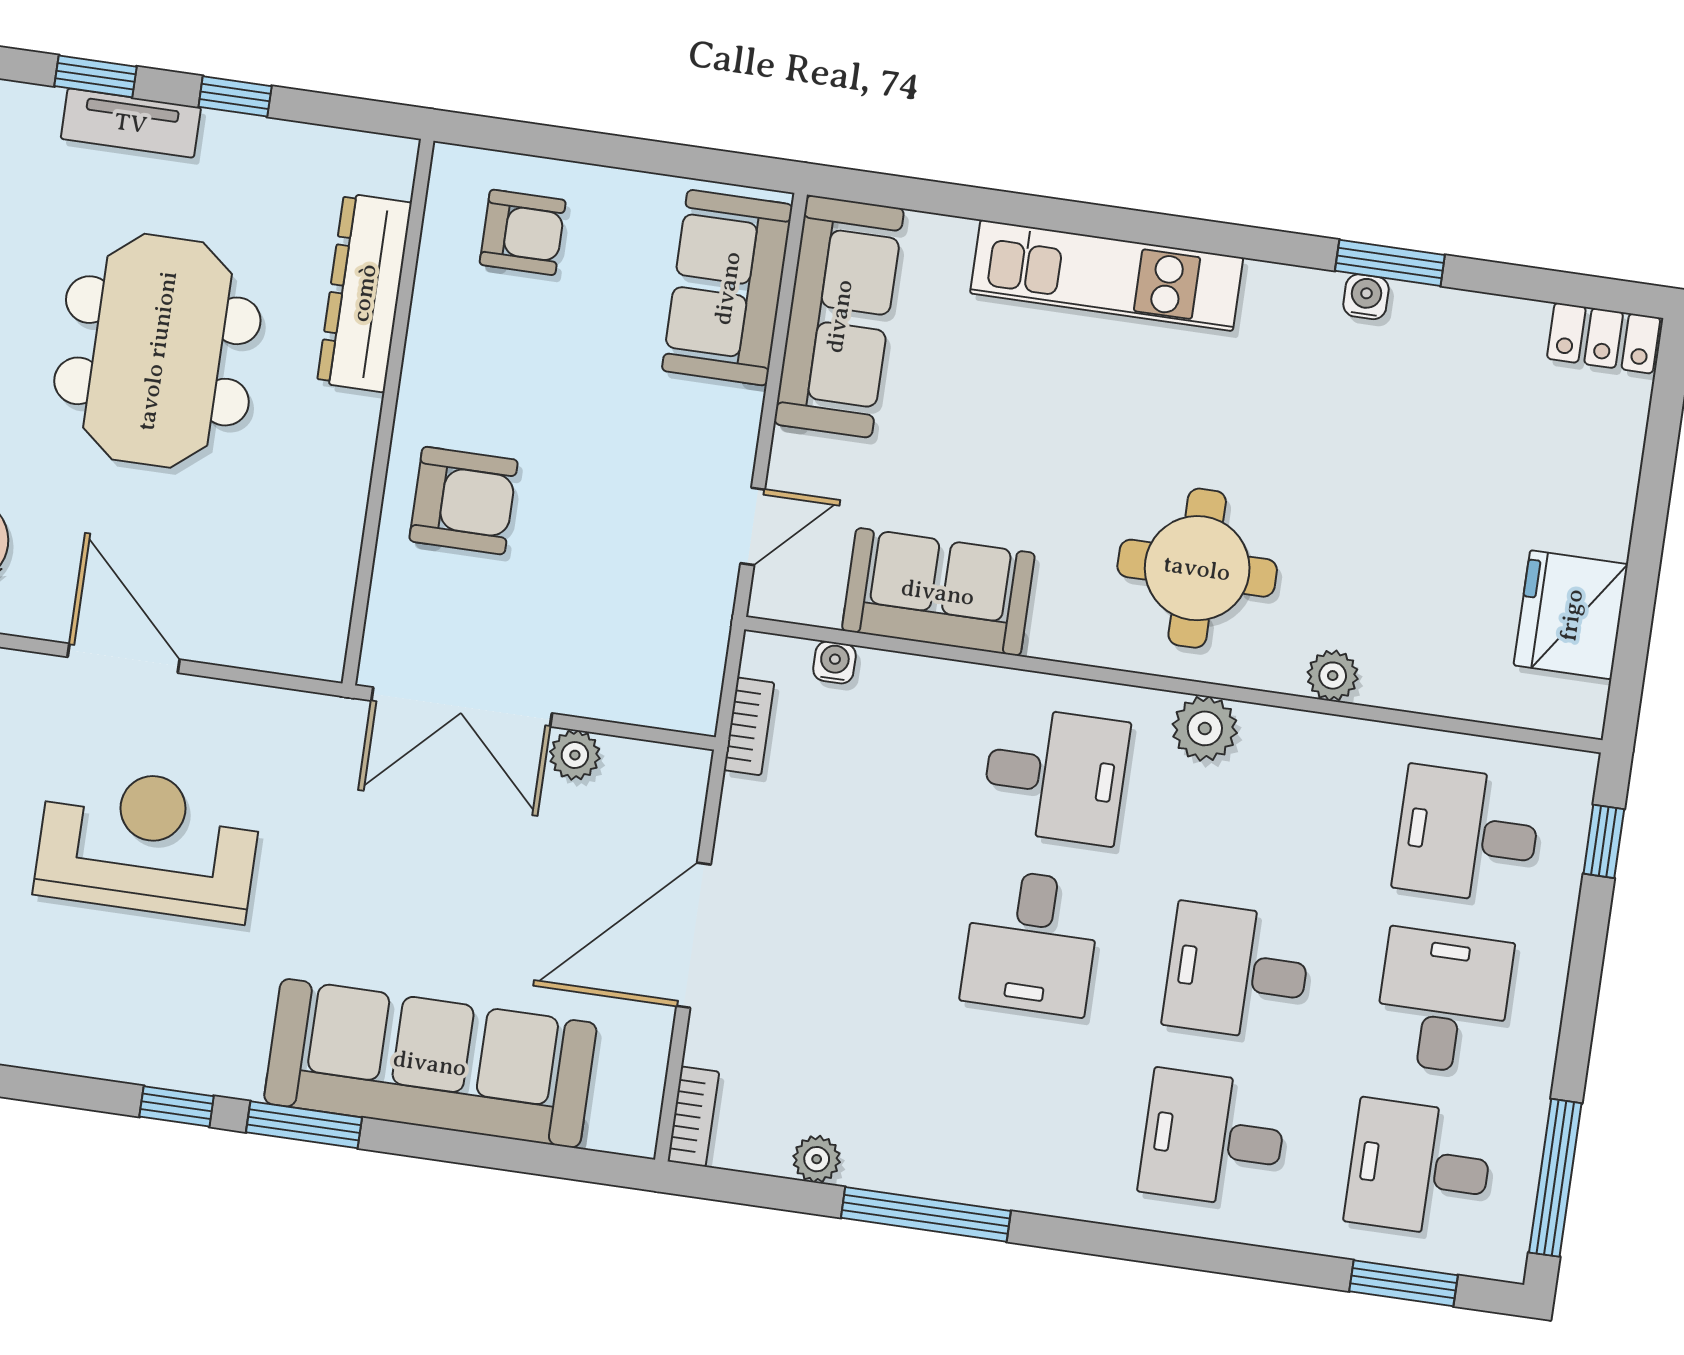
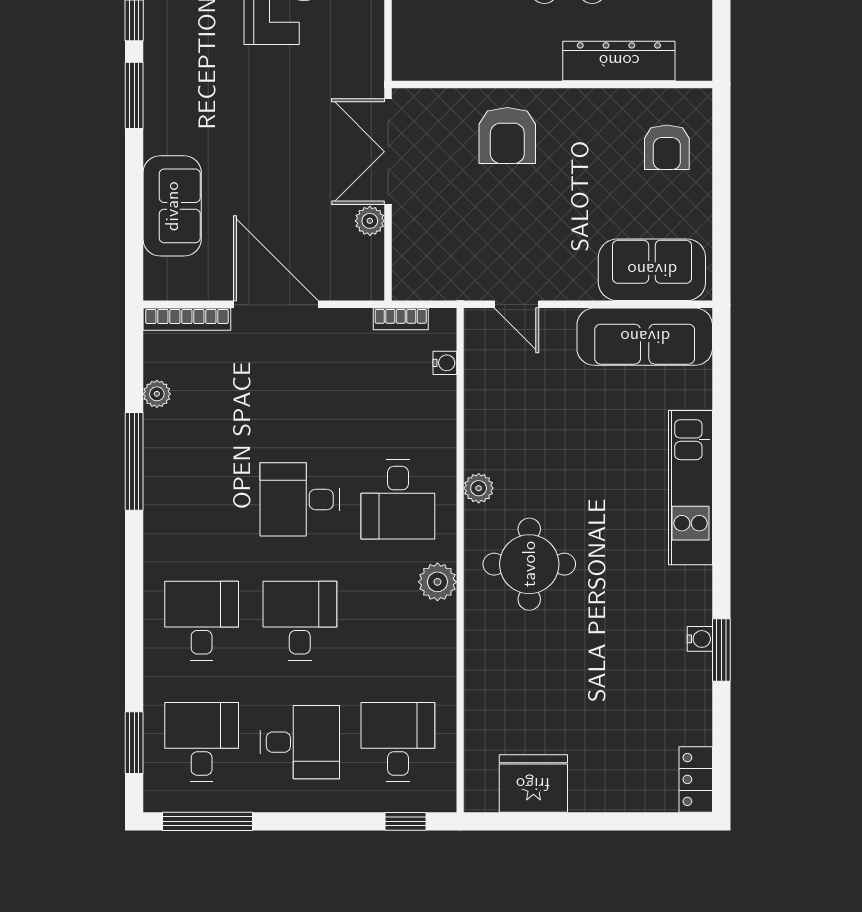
sofa: (938, 592) -> (494, 417), removed
plant: (1333, 676) -> (479, 488), moved
sofa: (430, 1063) -> (172, 206), width x0.54, depth x0.79
bookcase: (693, 1117) -> (187, 319), width x1.56

